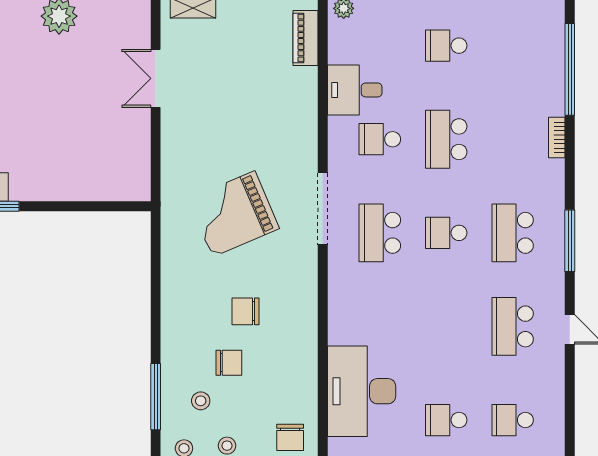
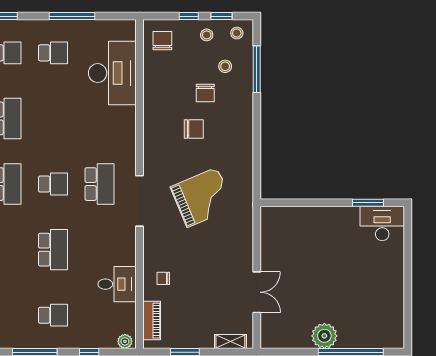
chair: (289, 98) -> (163, 278), added
school desk: (380, 139) -> (100, 250), removed
chair: (229, 363) -> (205, 93), turned -90

